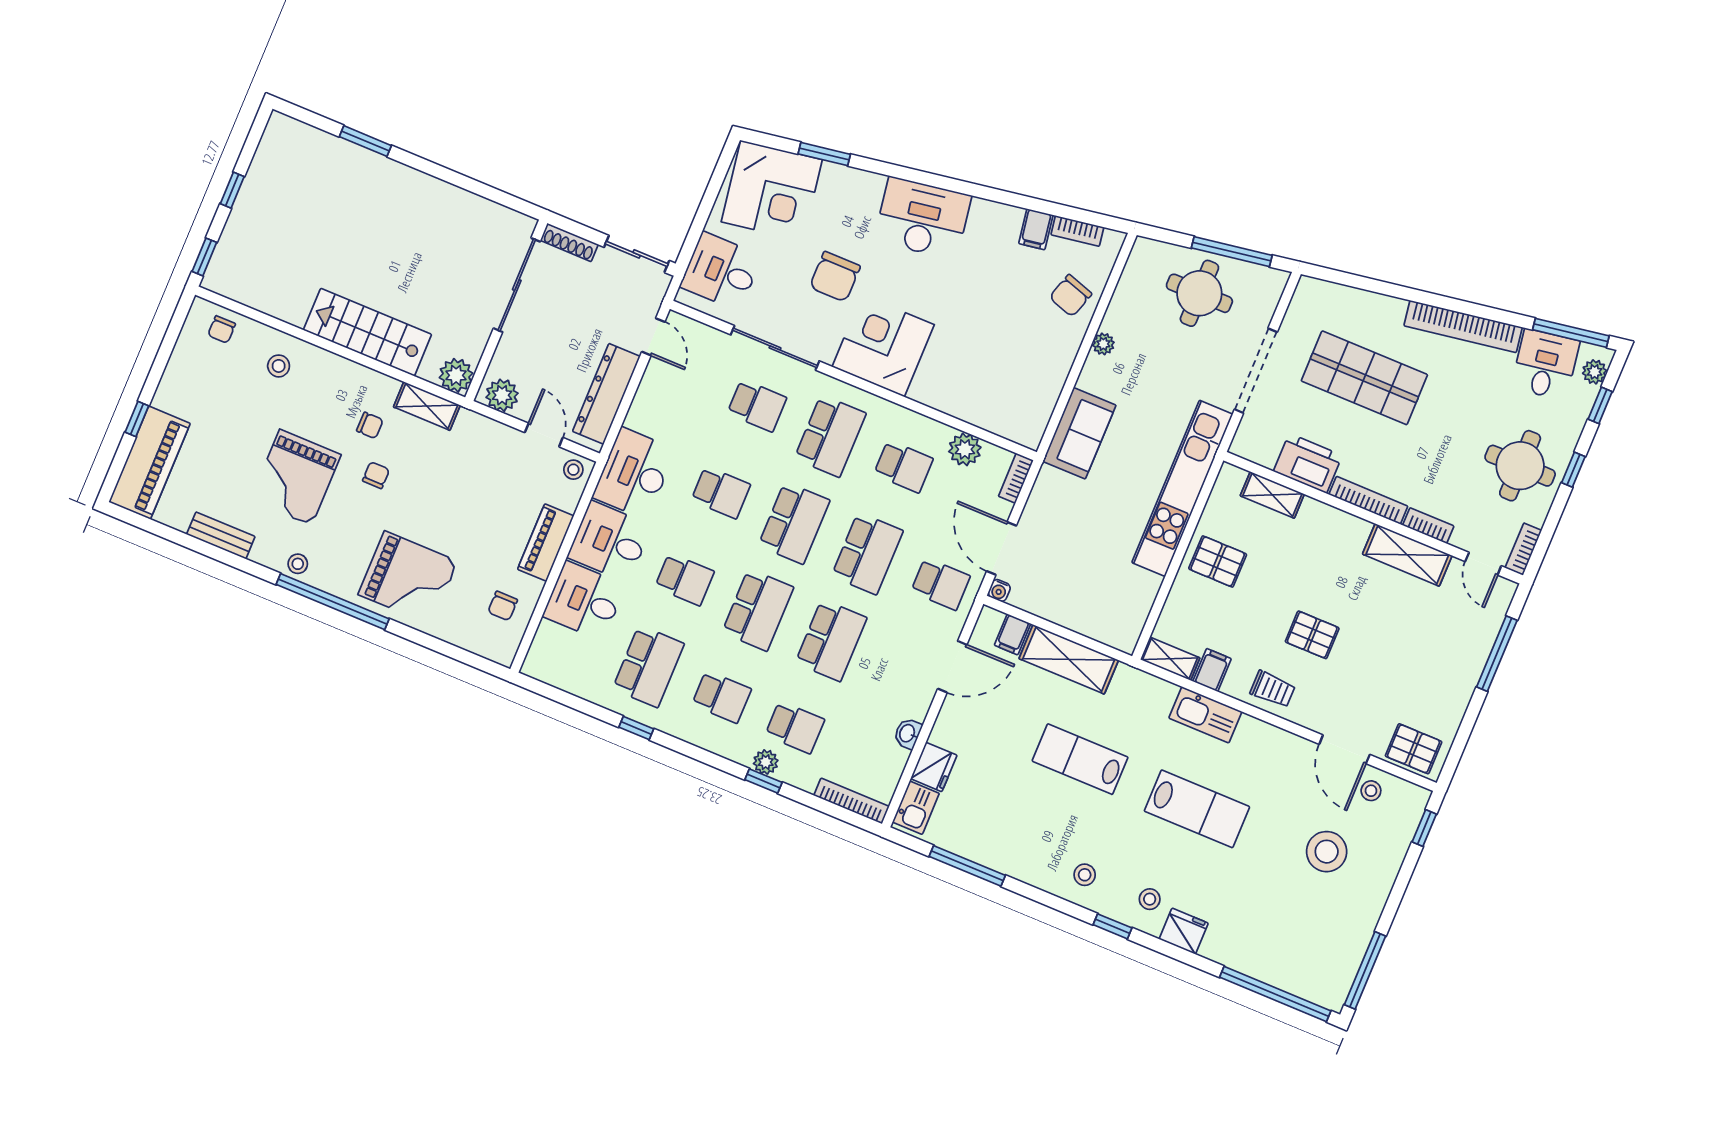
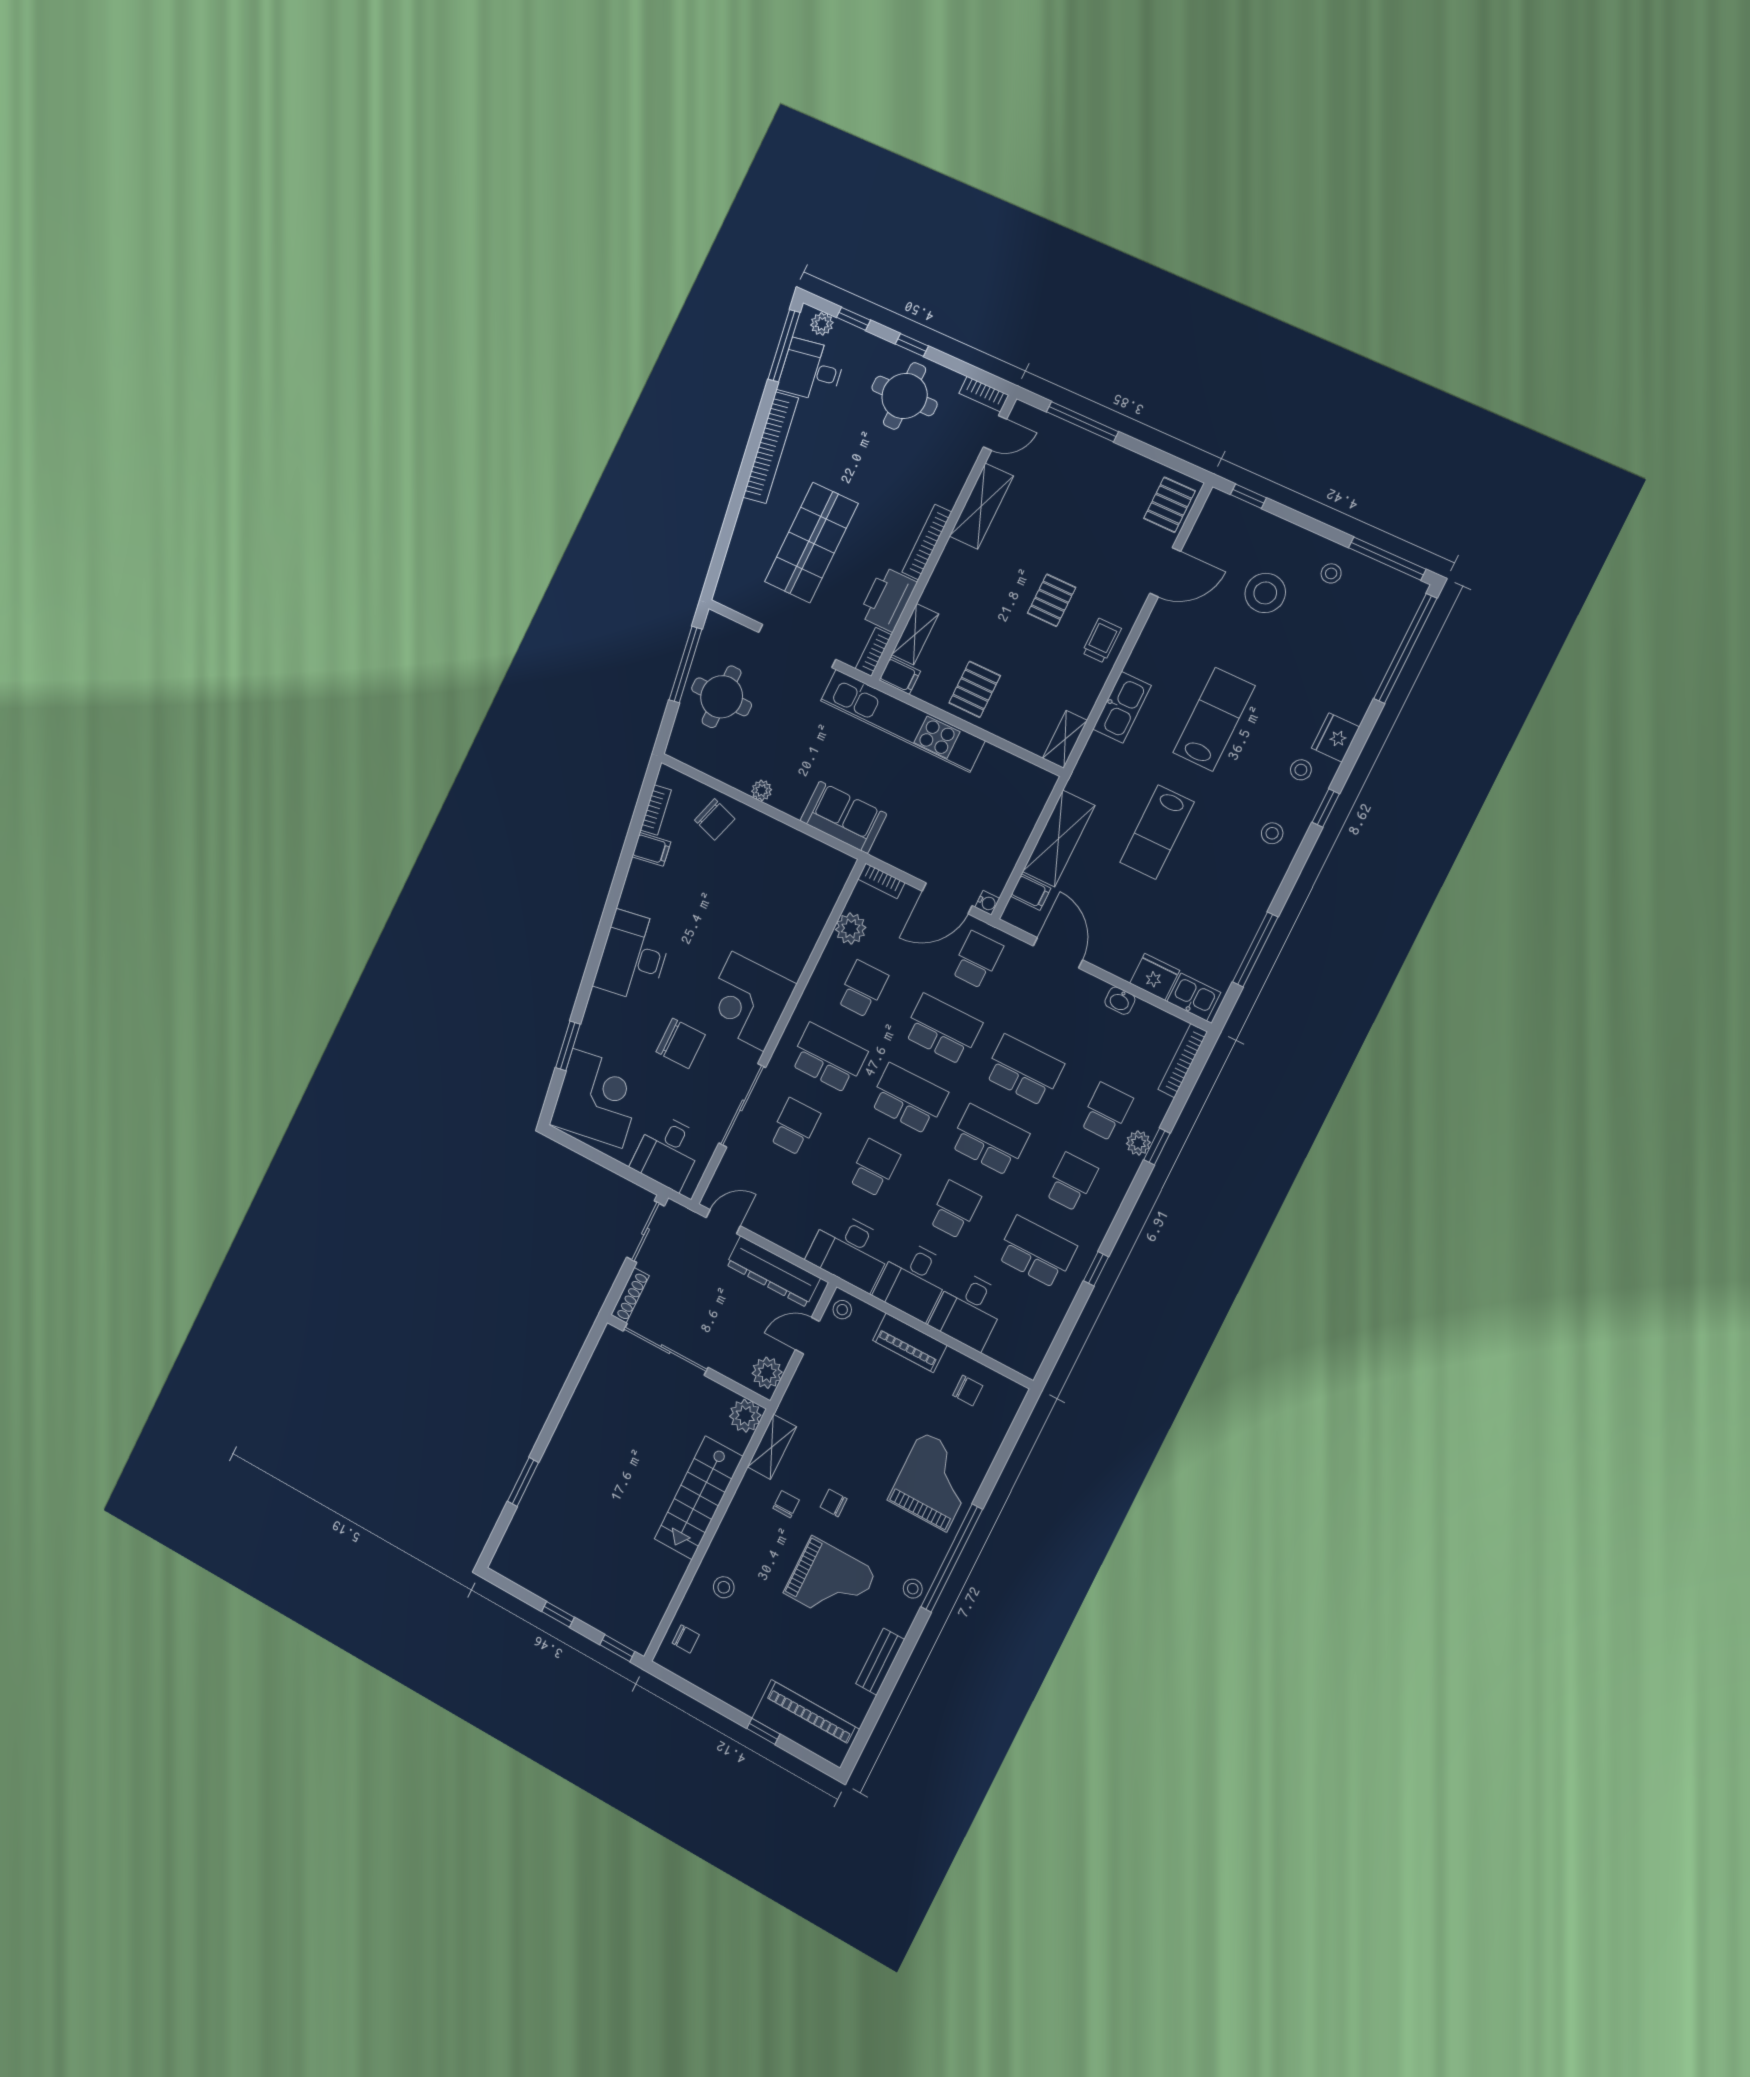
bookcase: (1428, 526) -> (874, 652), moved
filing cabinet: (1212, 670) -> (900, 676), moved, turned 180
stool: (1371, 791) -> (1331, 573), moved

